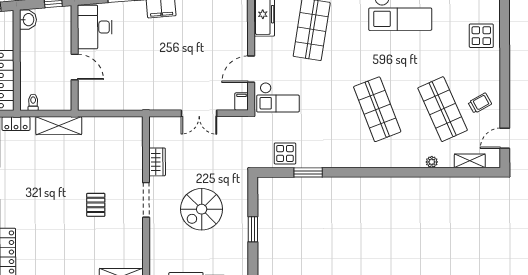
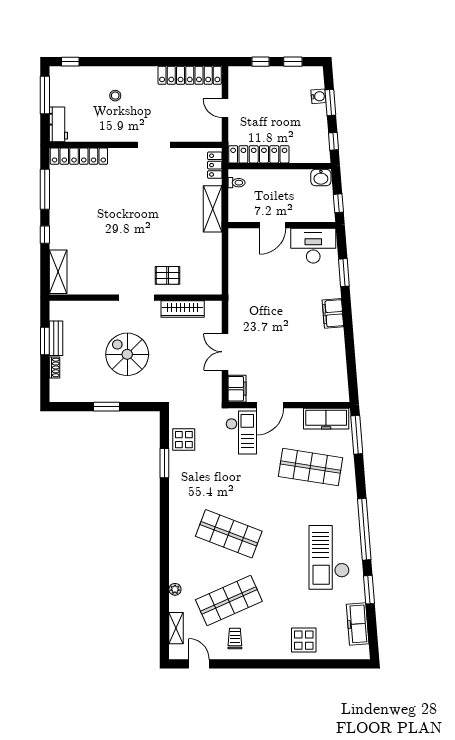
door: (251, 69) -> (270, 405), swing flipped
checkout: (278, 97) -> (241, 433), turned 180
filing cabinet: (242, 101) -> (237, 389), width x2.00
trolley: (480, 103) -> (235, 638), turned -151
shop shelf: (377, 109) -> (229, 534), turned 42
wardrobe: (157, 162) -> (183, 309), width x1.50
pallet: (96, 205) -> (168, 275), moved

